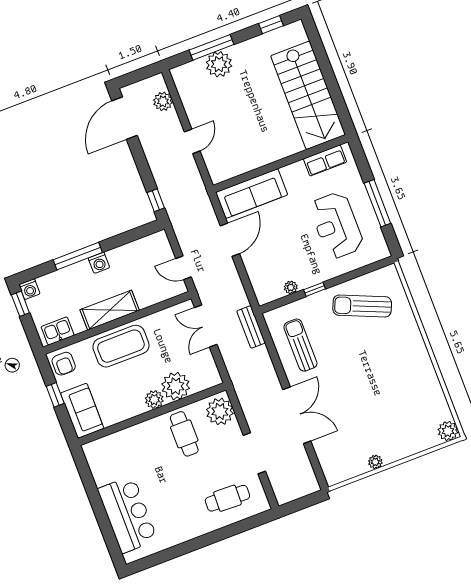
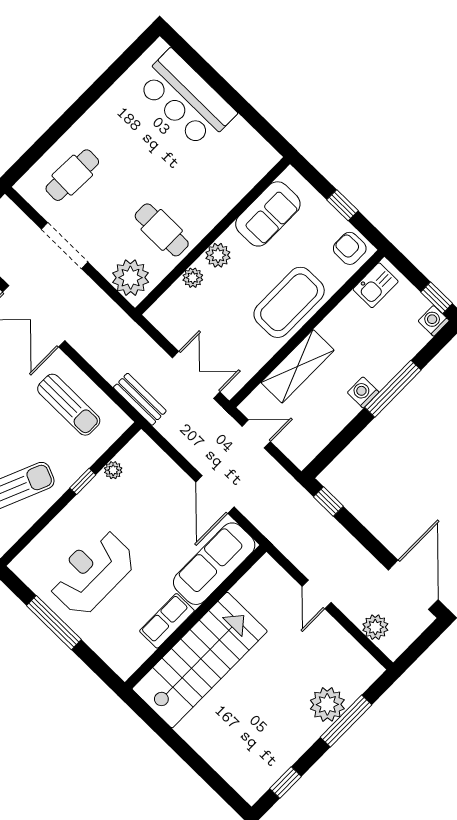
stairs: (308, 95) -> (200, 660), moved, turned 90
row of seats: (325, 160) -> (167, 621), moved
reception desk: (337, 225) -> (92, 572), turned -90
shelving: (110, 310) -> (298, 366), moved
plant: (176, 386) -> (193, 278), width x0.53, depth x0.53
sofa: (82, 411) -> (268, 214), moved, turned -90

